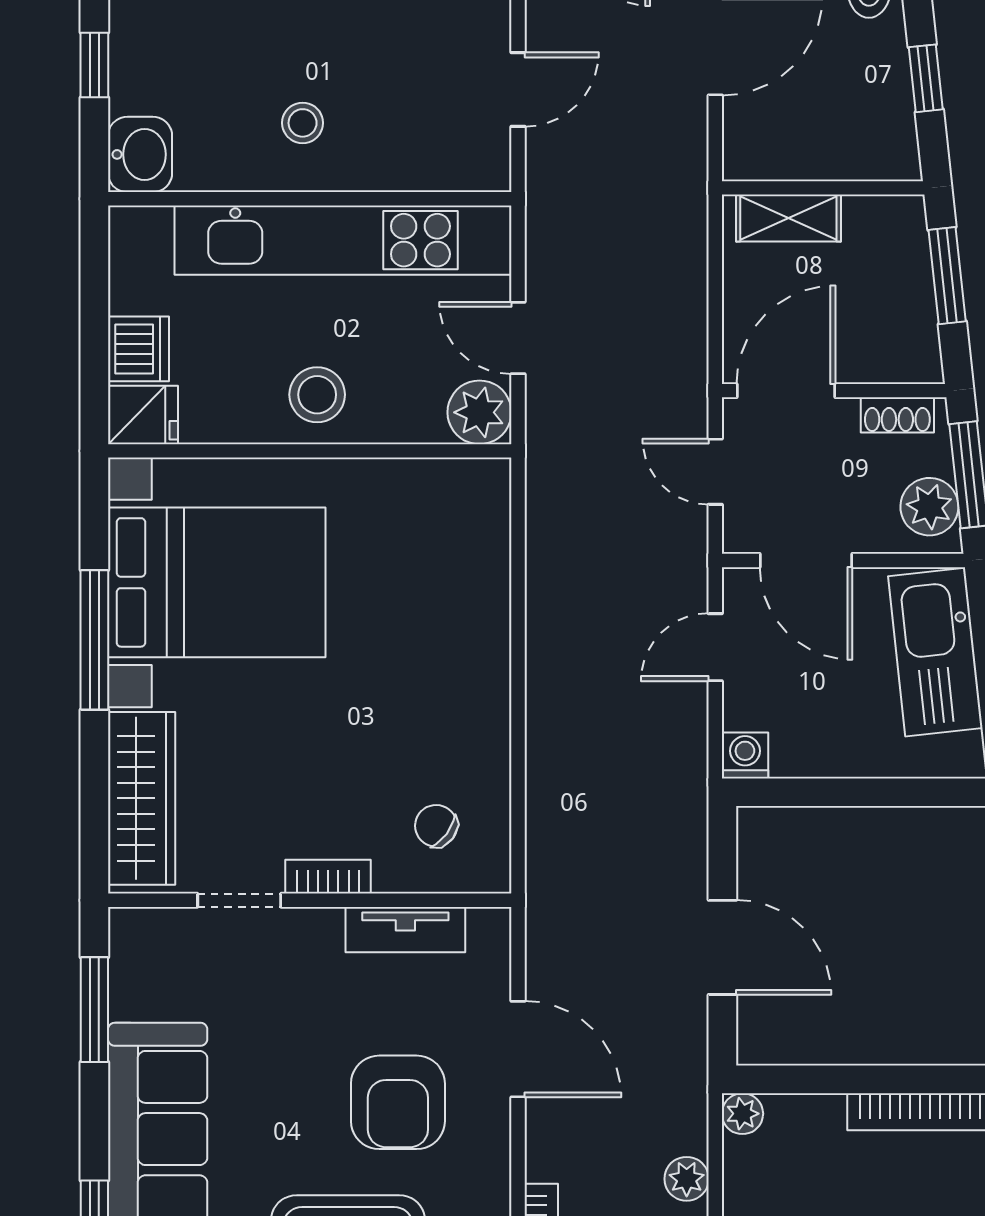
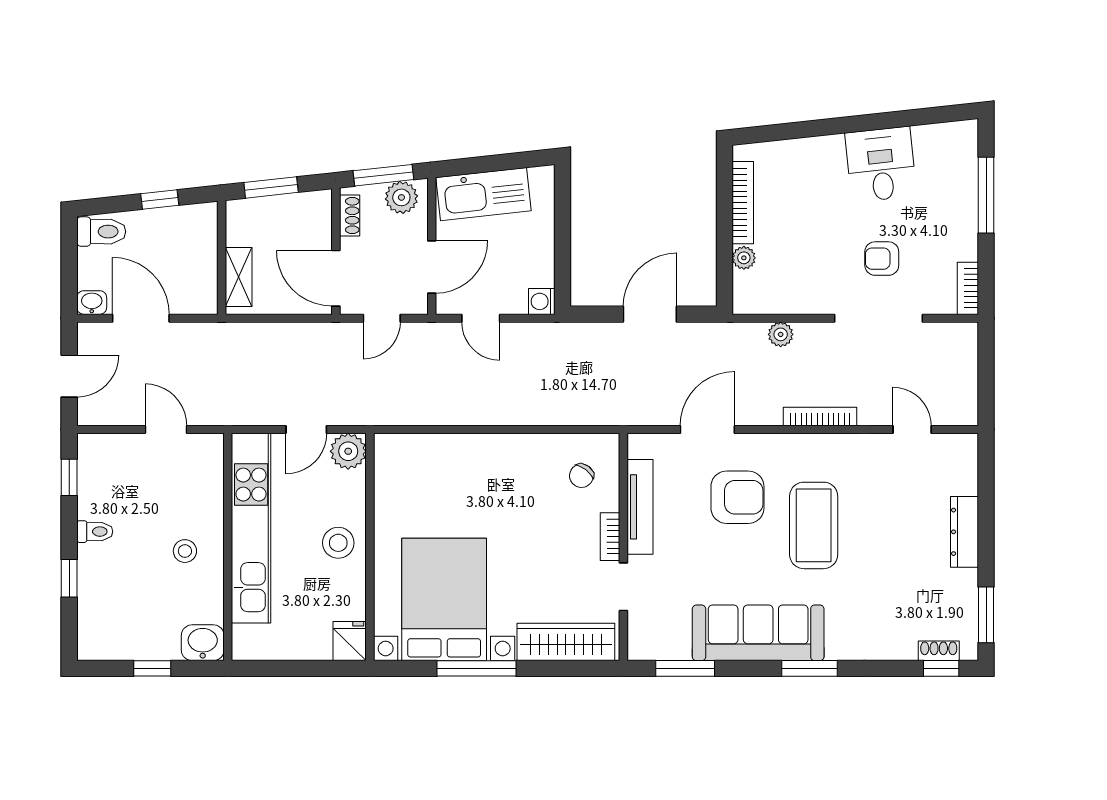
dishwasher: (138, 349) -> (312, 644), removed
tv unit: (405, 930) -> (640, 507), width x1.41
plant: (742, 1114) -> (744, 258), moved

